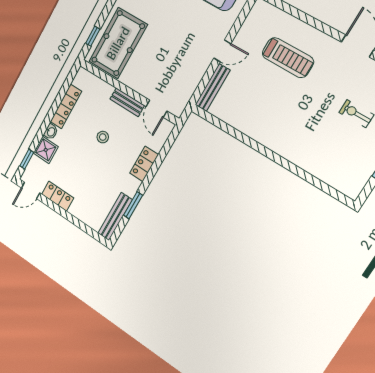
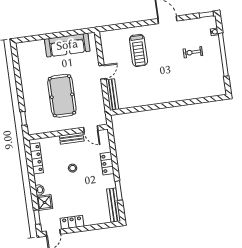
pool table: (118, 43) -> (62, 96), moved
treadmill: (288, 58) -> (138, 50), turned 90
locker: (66, 106) -> (36, 158), moved

